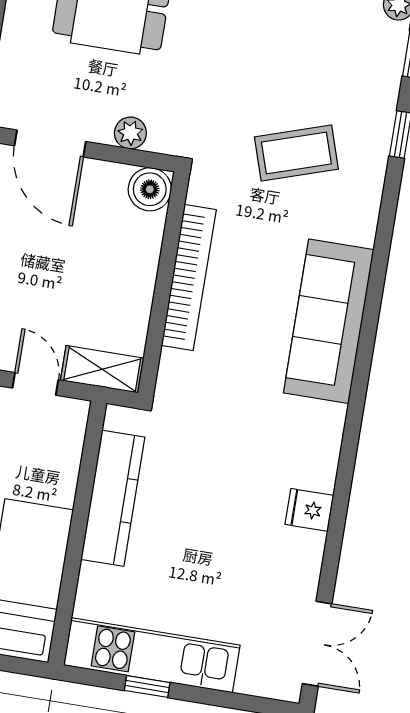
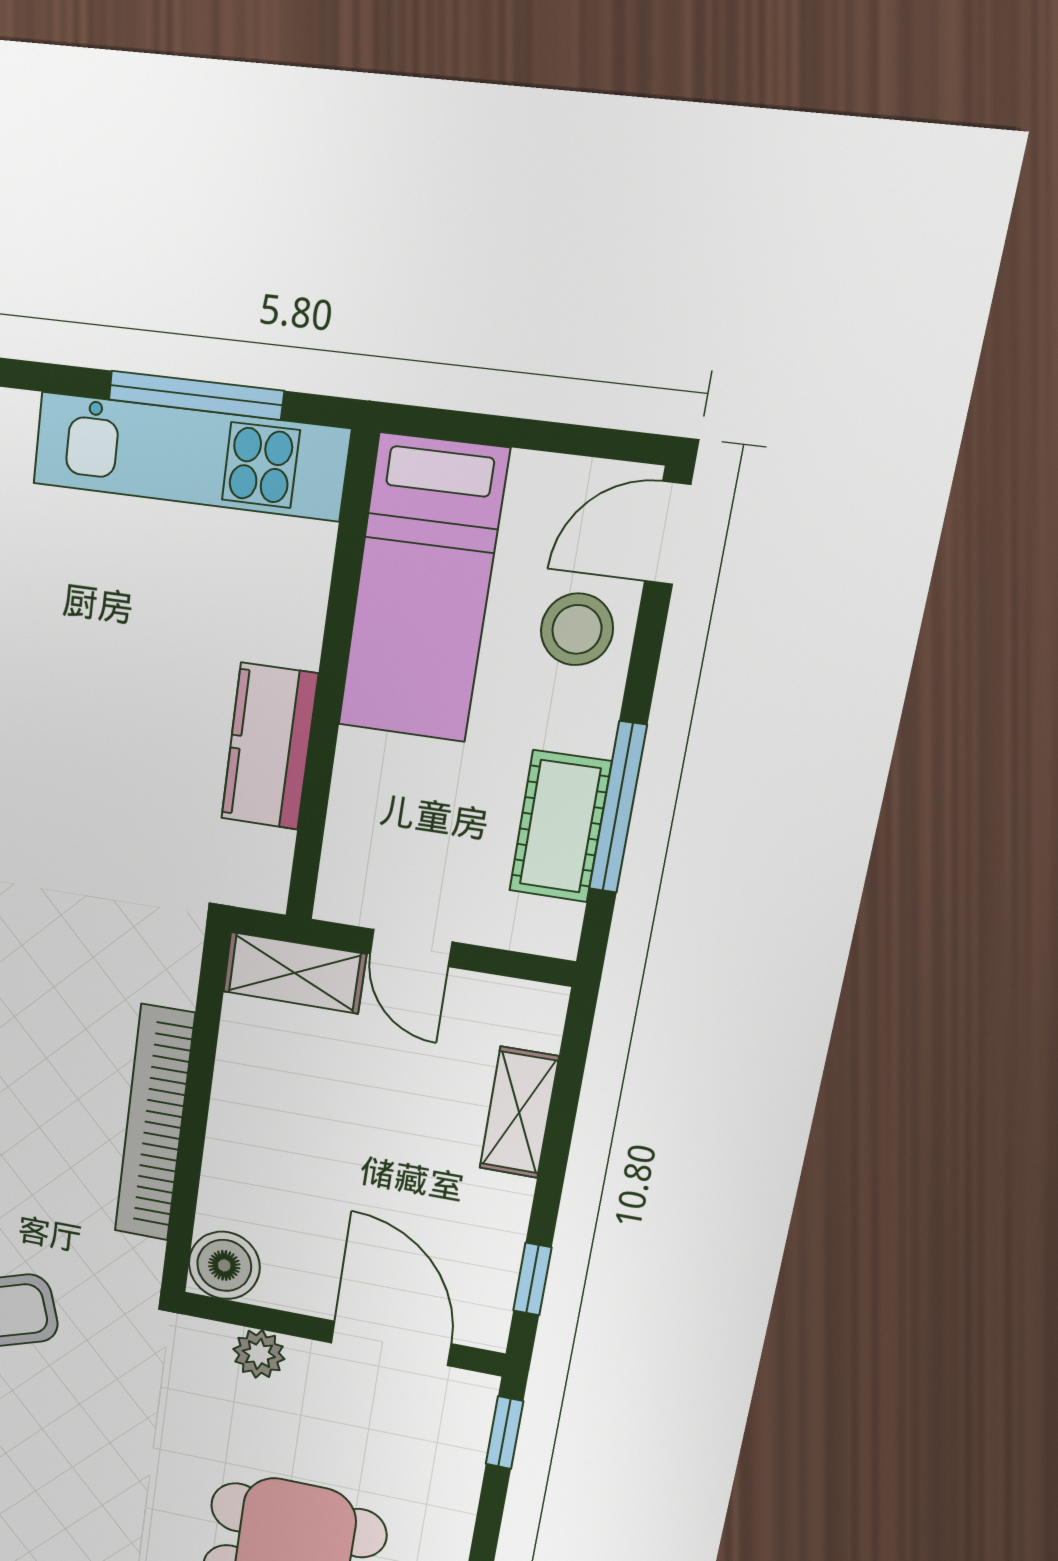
kitchen counter: (113, 498) -> (269, 747), width x0.67
window: (147, 686) -> (196, 395), width x2.17

